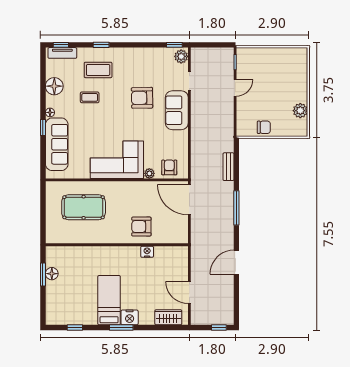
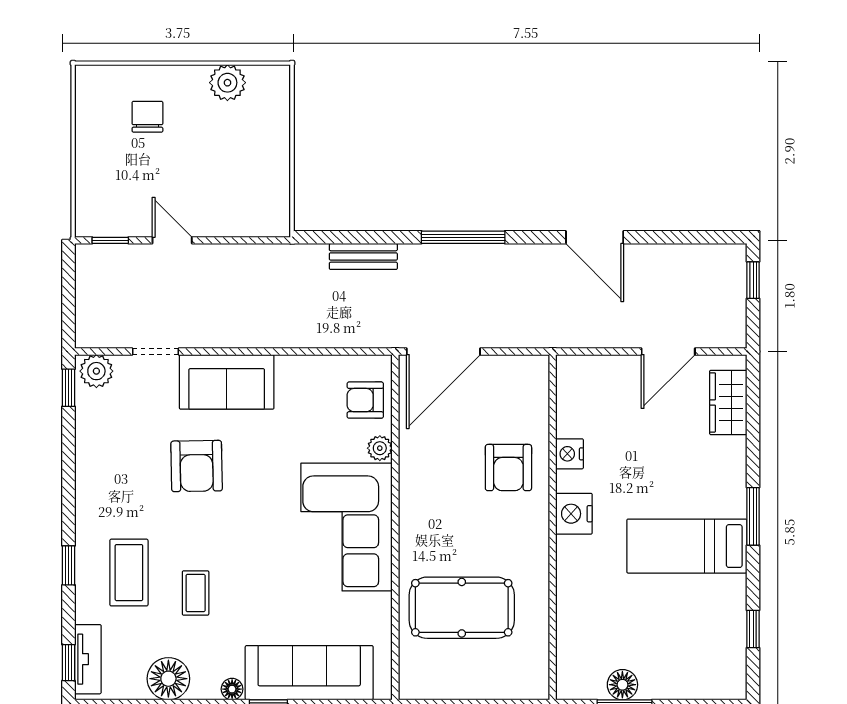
chair: (264, 127) -> (147, 117), moved
pool table: (84, 207) -> (462, 608), turned 90
nightstand: (130, 317) -> (574, 514), moved, turned 180

